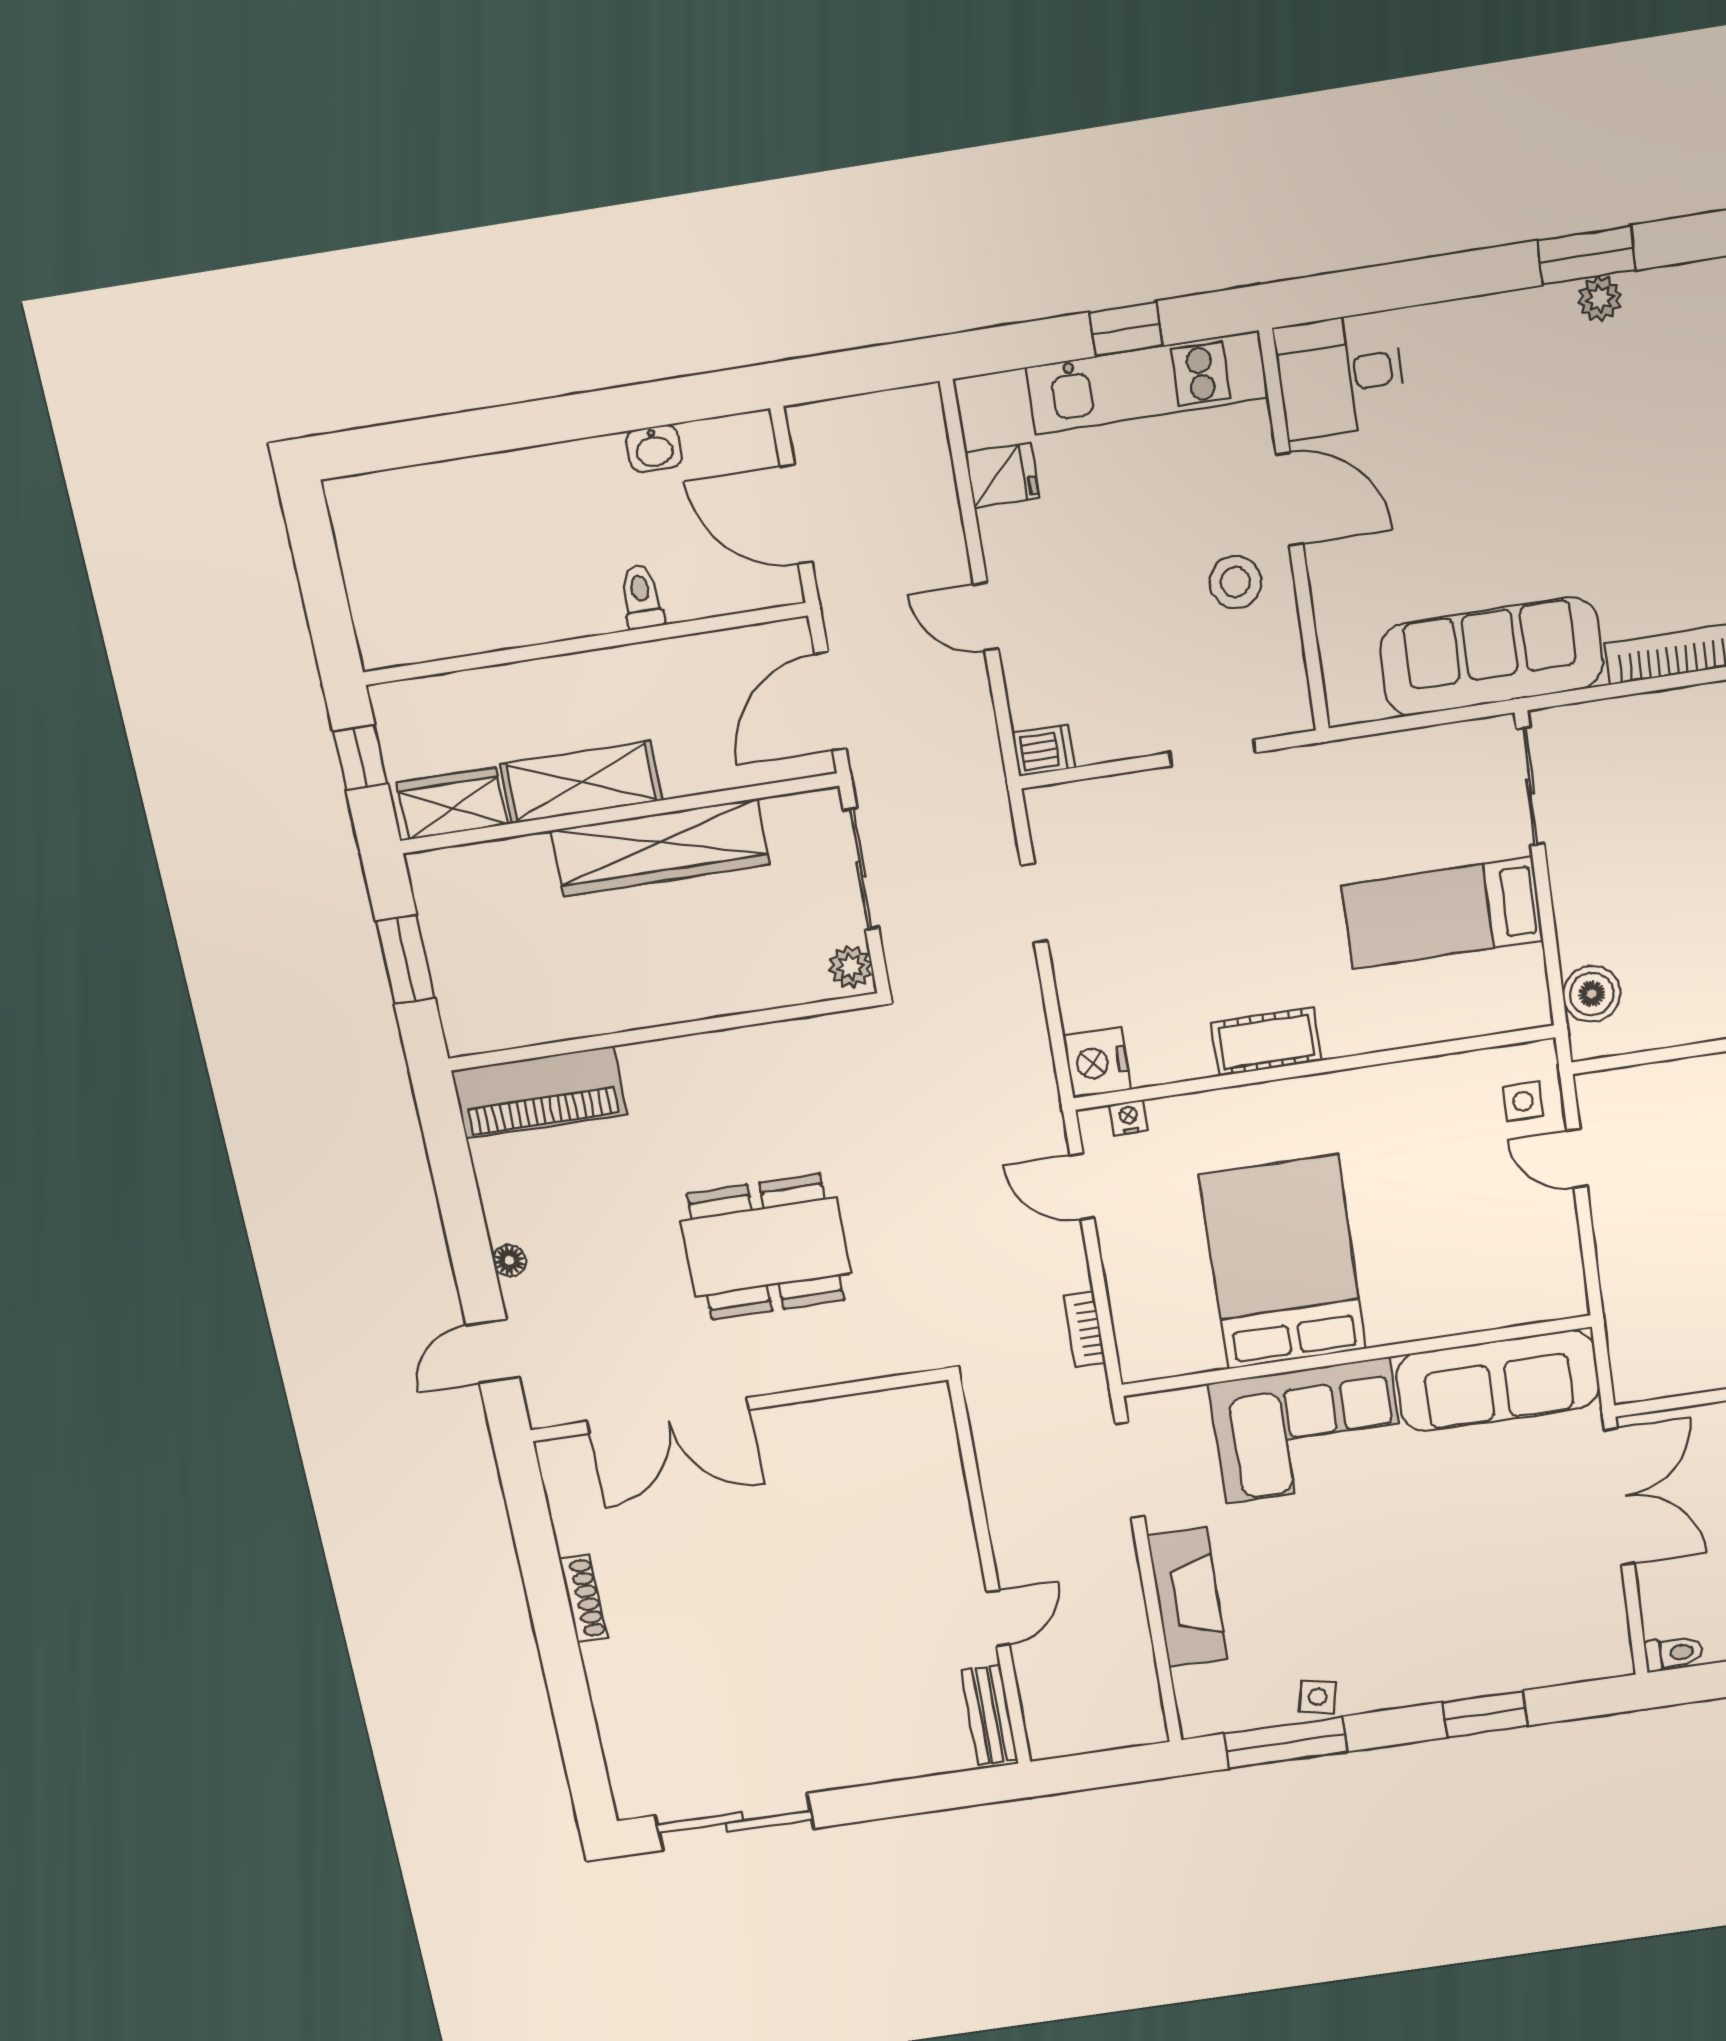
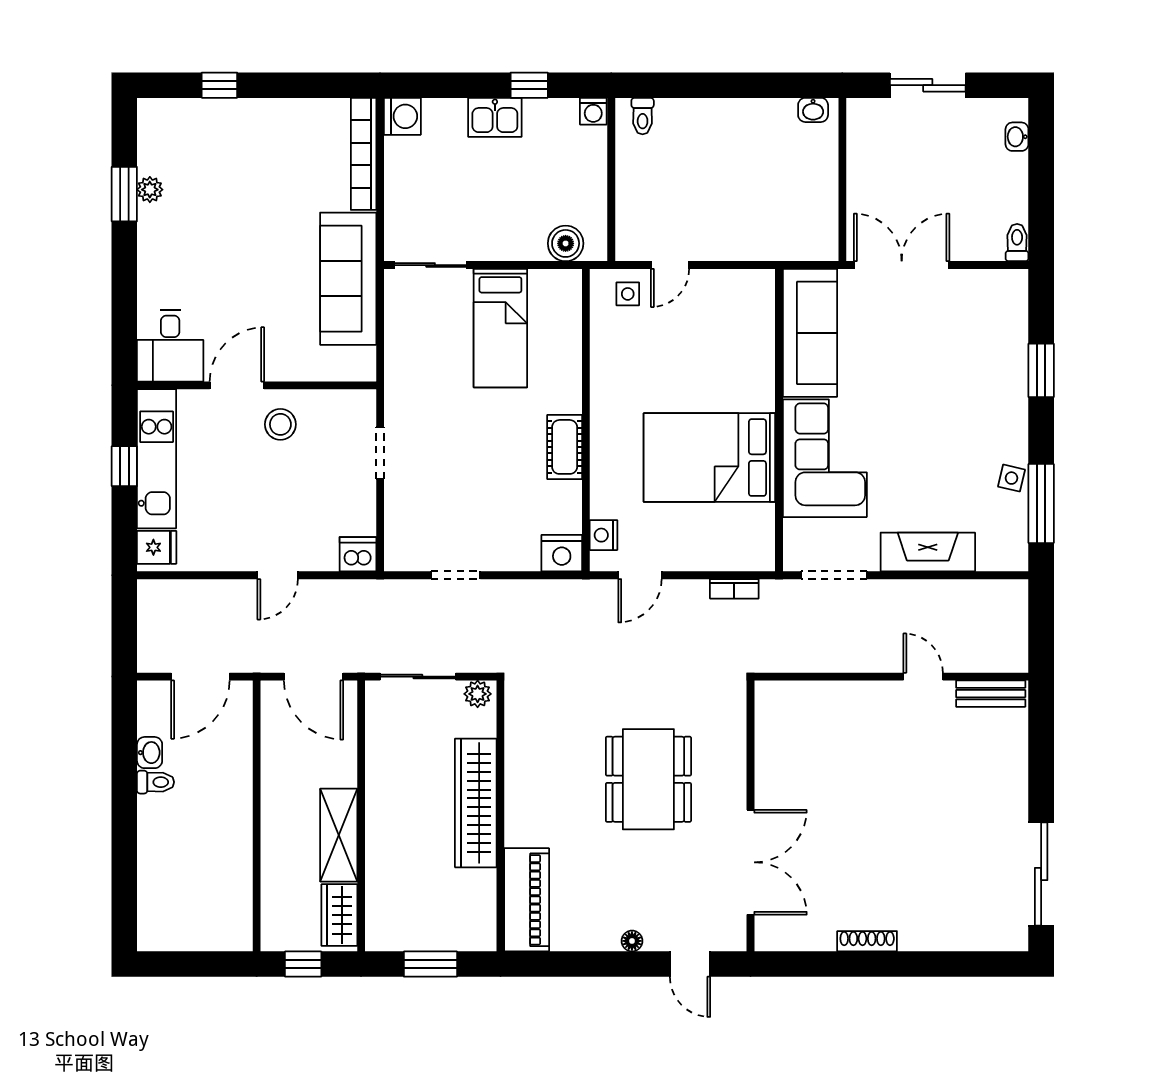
fridge: (1002, 475) -> (157, 547), moved, turned 90
toilet: (642, 597) -> (156, 782), moved, turned 180
dishwasher: (1044, 751) -> (358, 554), width x1.38
wardrobe: (660, 847) -> (476, 803), moved, turned 180
nightstand: (1129, 1118) -> (603, 535), width x1.39, depth x1.35

